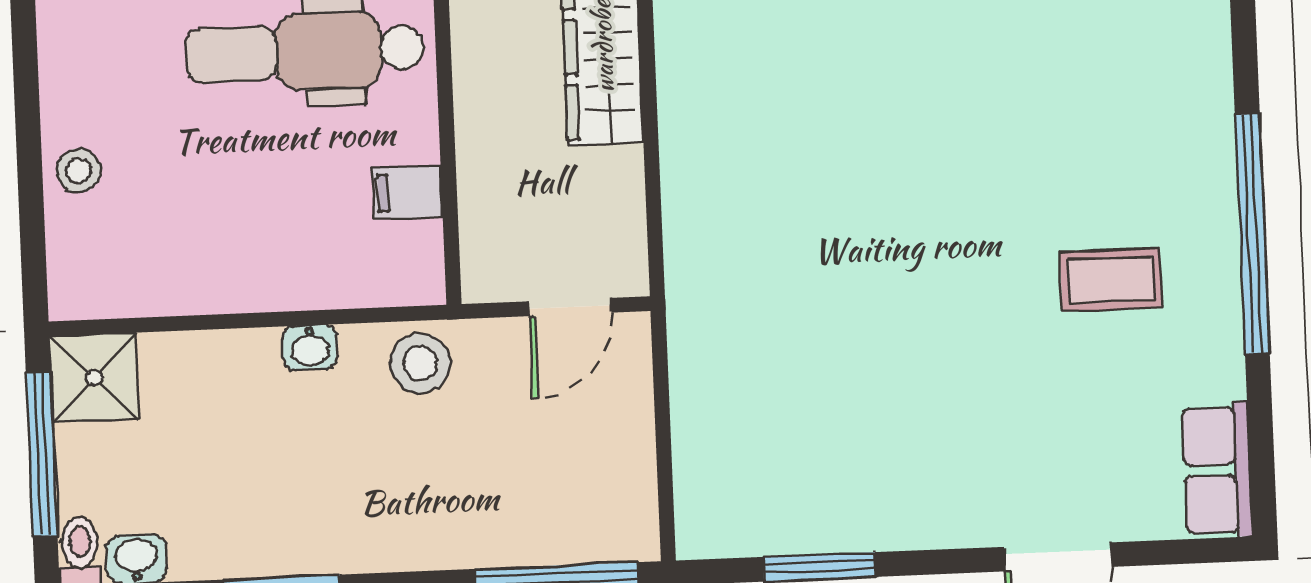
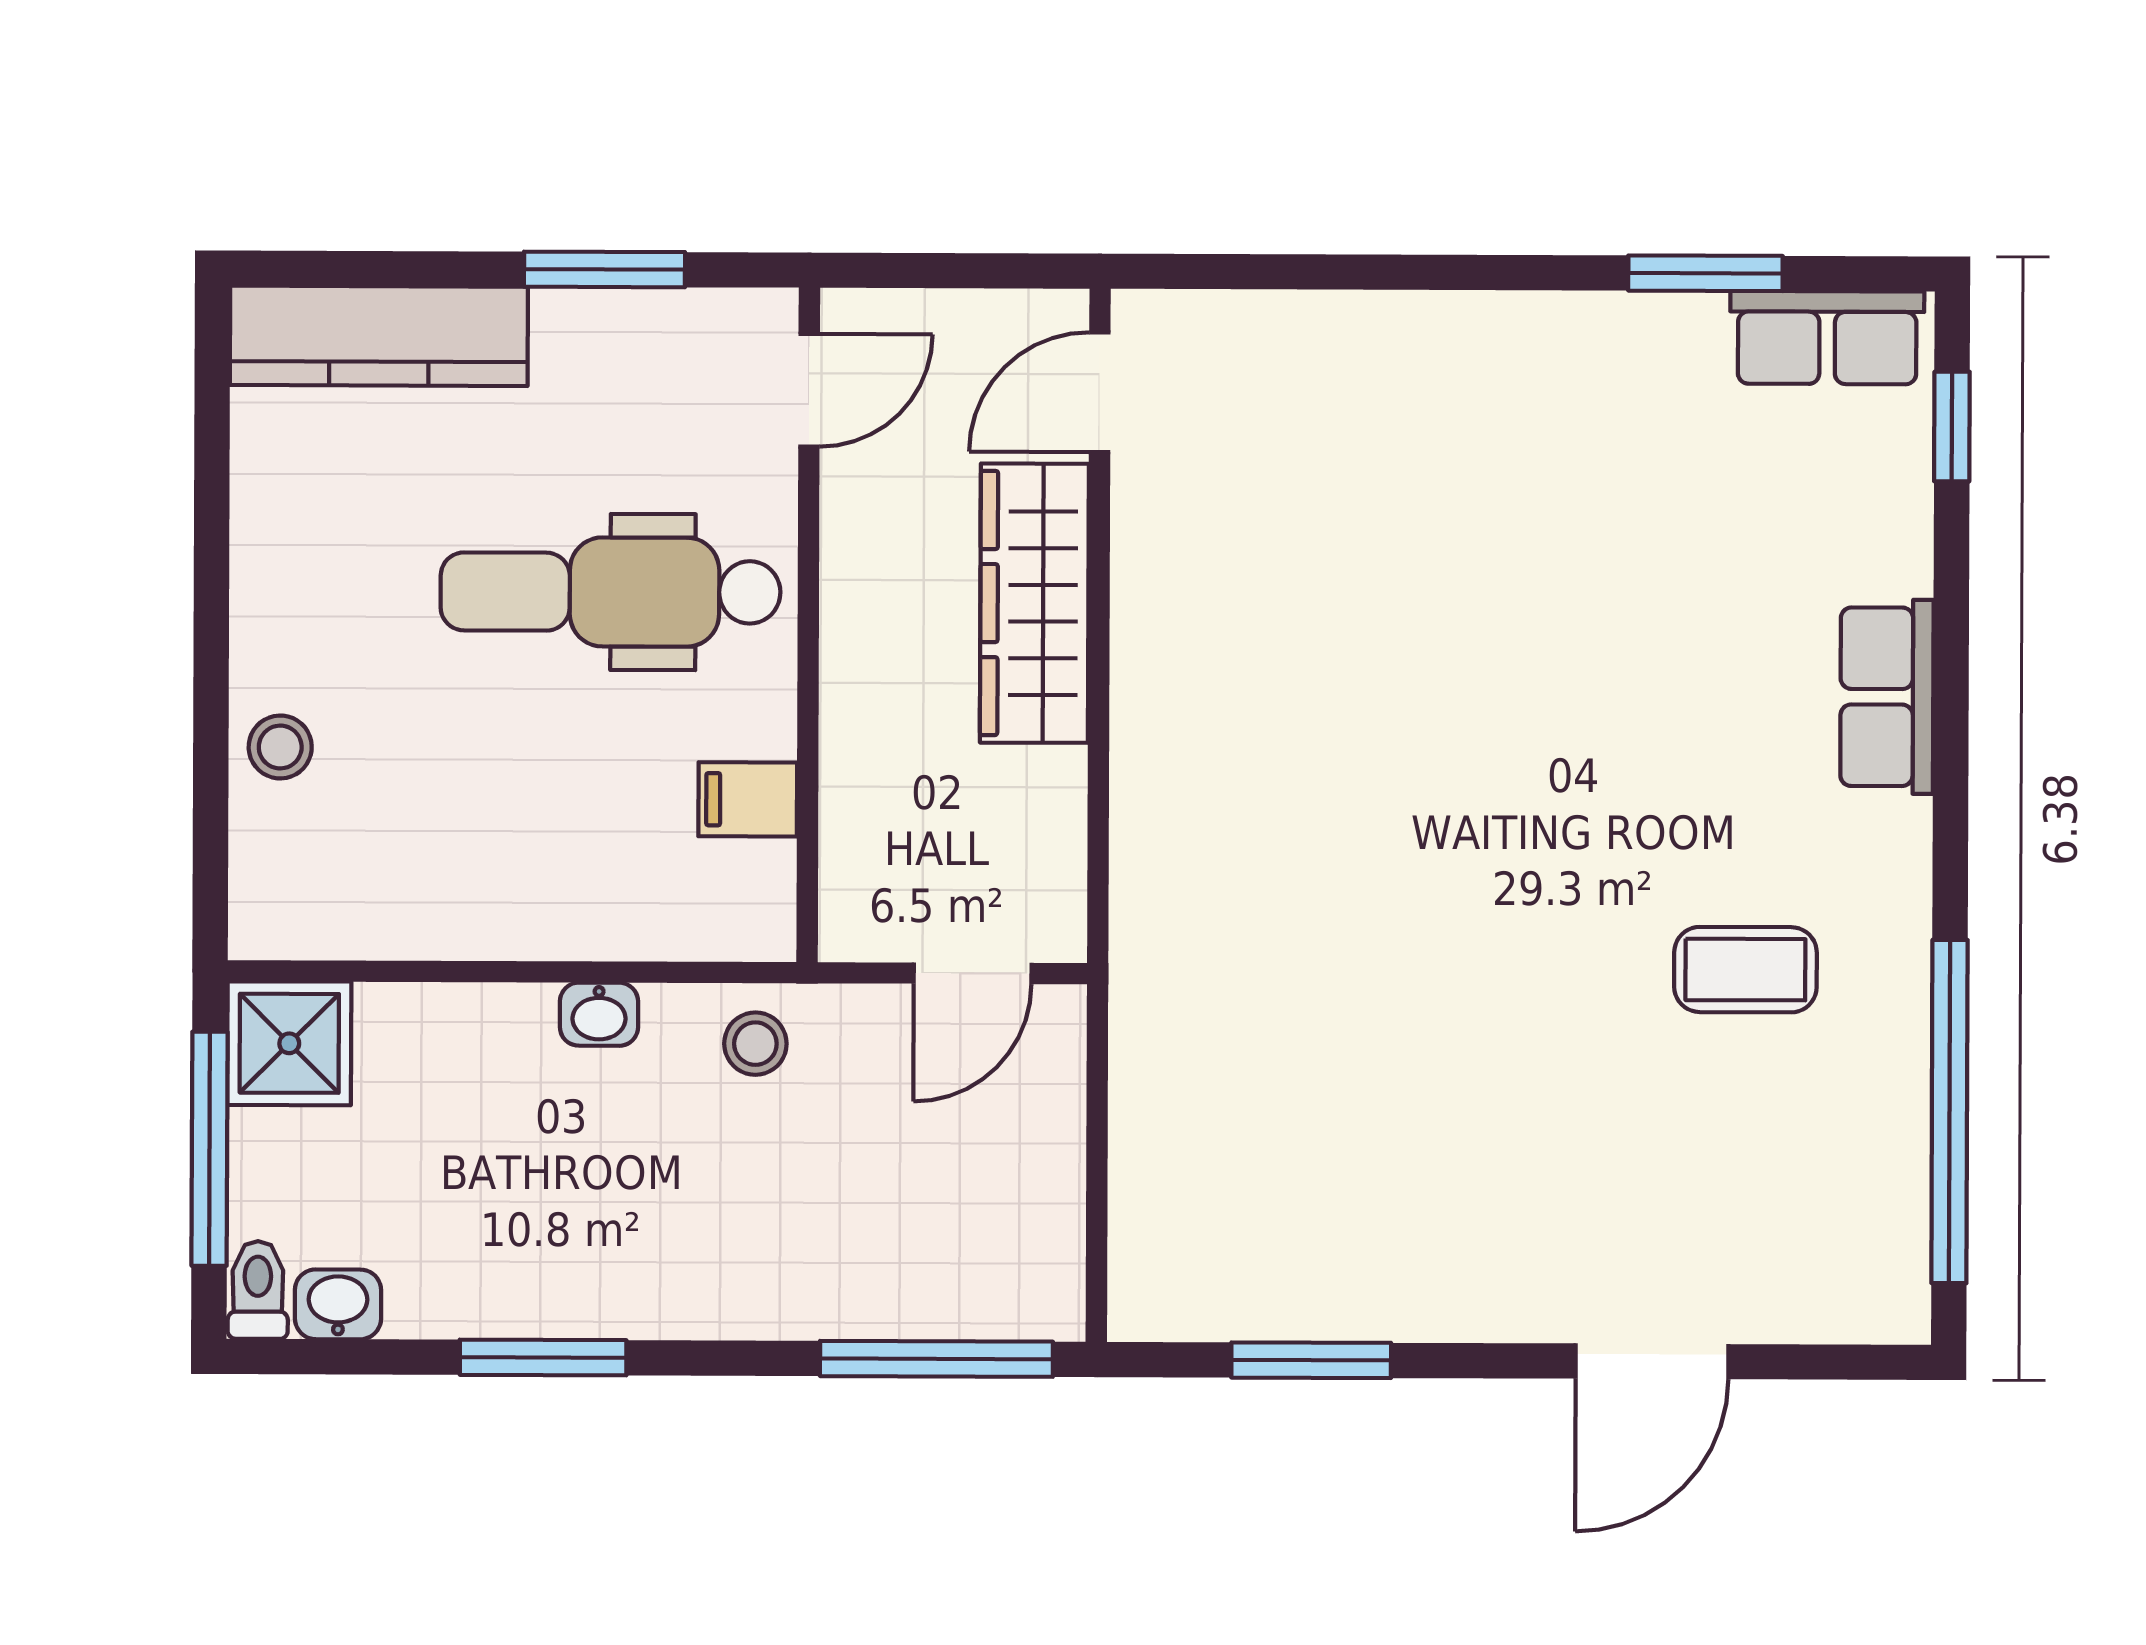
window: (1252, 234) -> (1949, 1112), moved
stool: (420, 363) -> (755, 1044), width x0.73, depth x0.73
row of seats: (1217, 470) -> (1887, 697), moved

